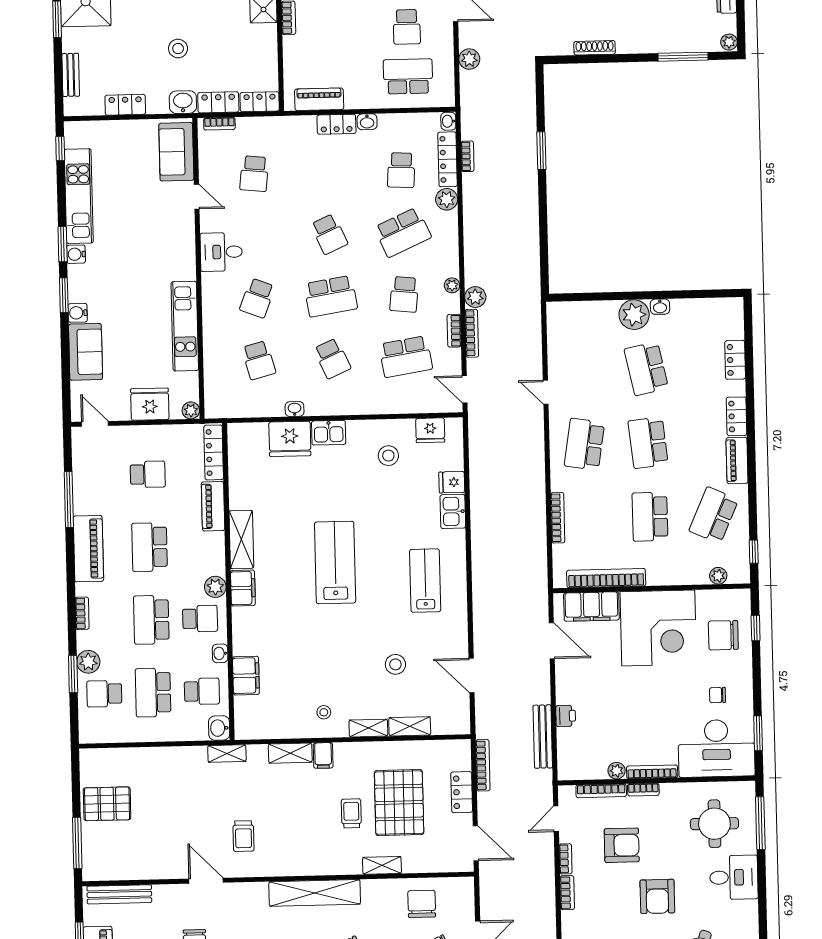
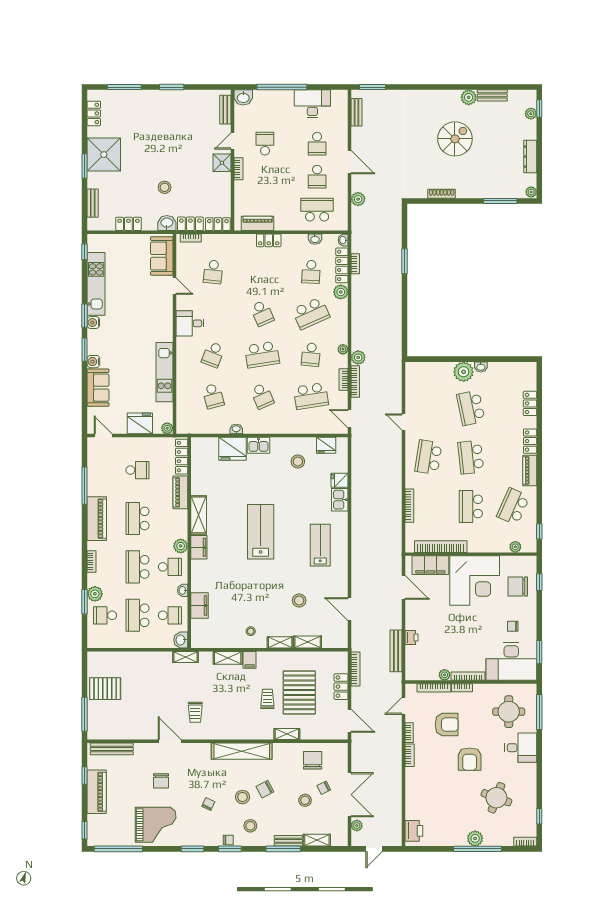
washbasin: (367, 122) -> (315, 239), moved

